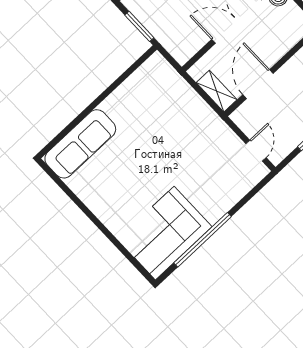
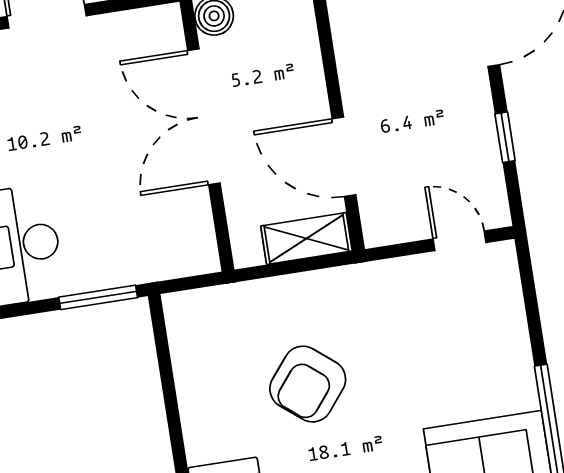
armchair: (161, 130) -> (308, 384), added

